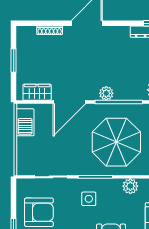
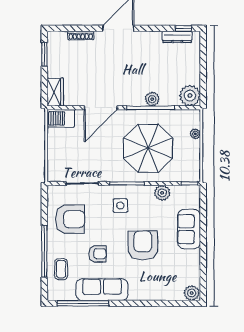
window: (14, 60) -> (44, 54), moved
wardrobe: (37, 92) -> (55, 92), moved, turned 90
plant: (106, 93) -> (152, 99), moved
barbecue: (25, 122) -> (61, 118), moved, turned 90

